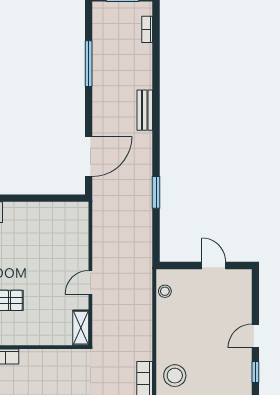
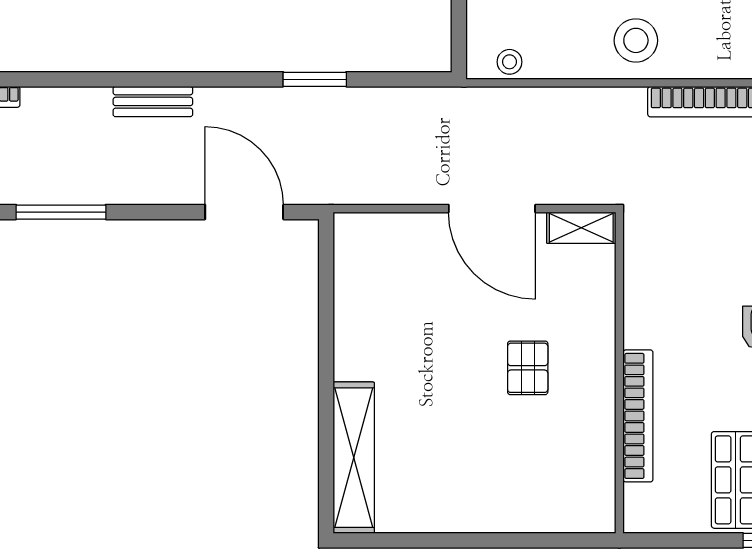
door: (90, 282) -> (492, 209), width x1.88
stool: (175, 376) -> (636, 40), moved

